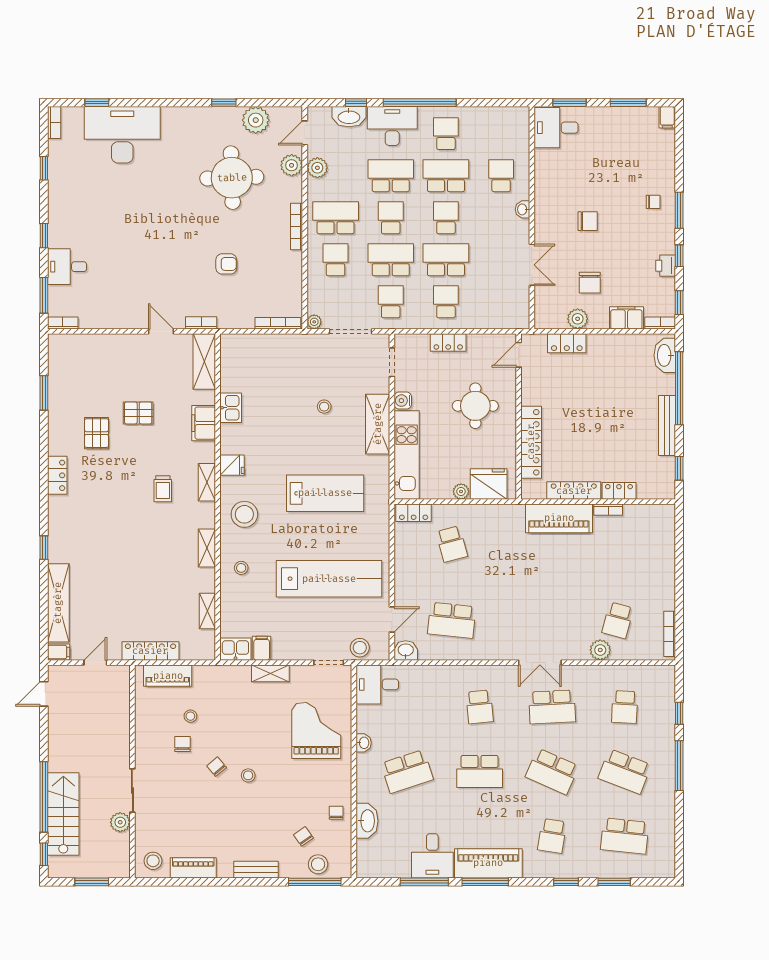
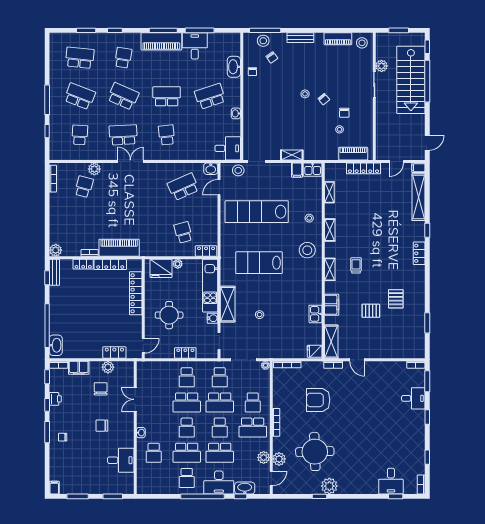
plant: (256, 120) -> (329, 486), moved
desk: (556, 128) -> (121, 460), moved
desk: (122, 135) -> (391, 481), width x0.53, depth x0.77
armchair: (226, 264) -> (318, 400), width x1.88, depth x1.88
bench: (667, 425) -> (54, 272), moved, width x0.73
fridge: (232, 465) -> (315, 351), moved
locker: (57, 475) -> (419, 253), moved
plant: (665, 514) -> (56, 250), added
school desk: (452, 620) -> (183, 187), turned -30
grand piano: (316, 731) -> (264, 121), removed
stairs: (63, 814) -> (411, 80), width x1.36, depth x1.51

